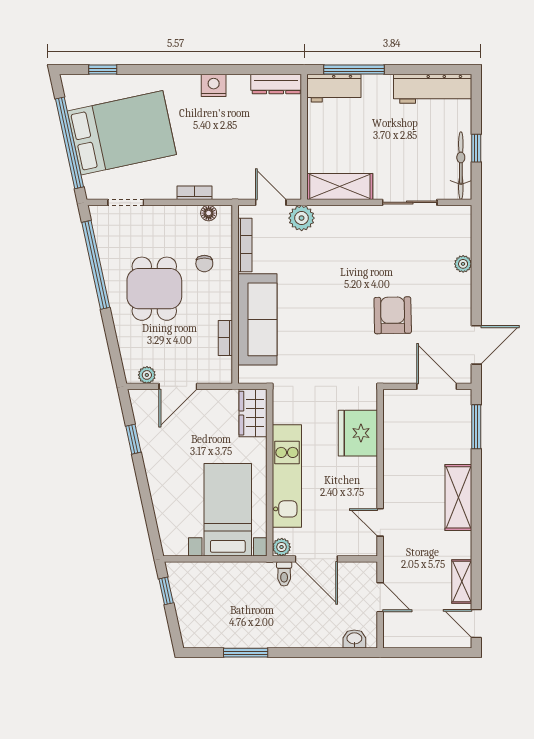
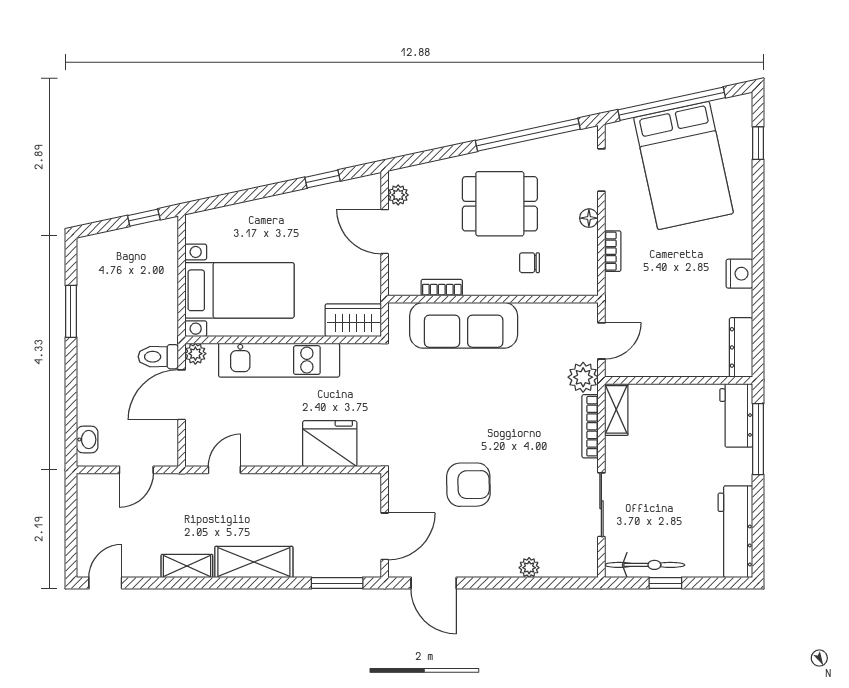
shelving: (340, 187) -> (616, 409), width x0.67, depth x0.75
floor lamp: (209, 213) -> (589, 218), moved
bookcase: (245, 245) -> (590, 426), moved, turned 90
toilet: (284, 574) -> (158, 357), width x1.37, depth x1.39
shelving: (462, 582) -> (187, 566), moved

